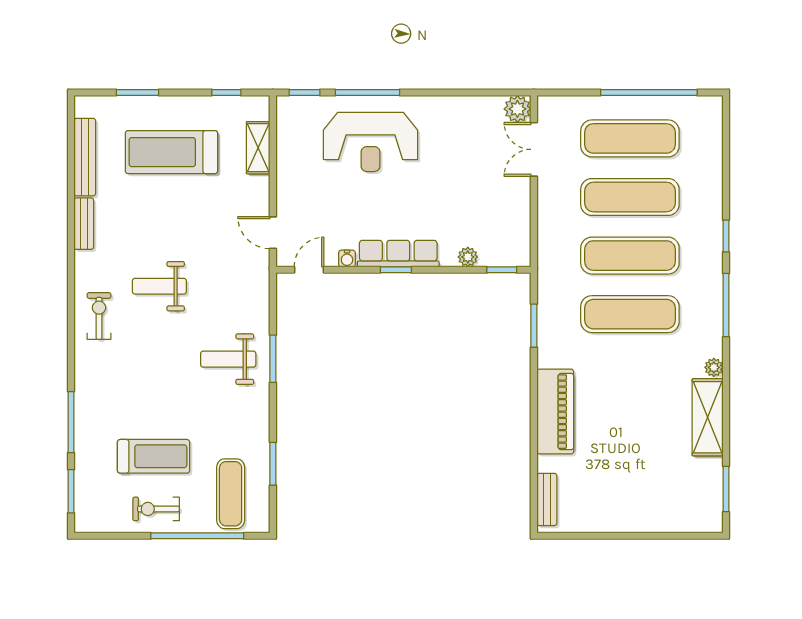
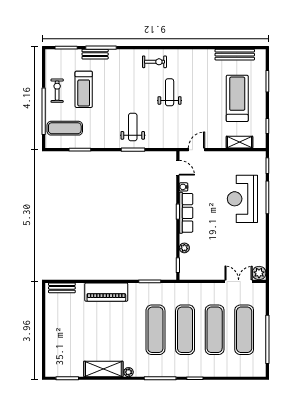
bench: (84, 224) -> (95, 54), moved

